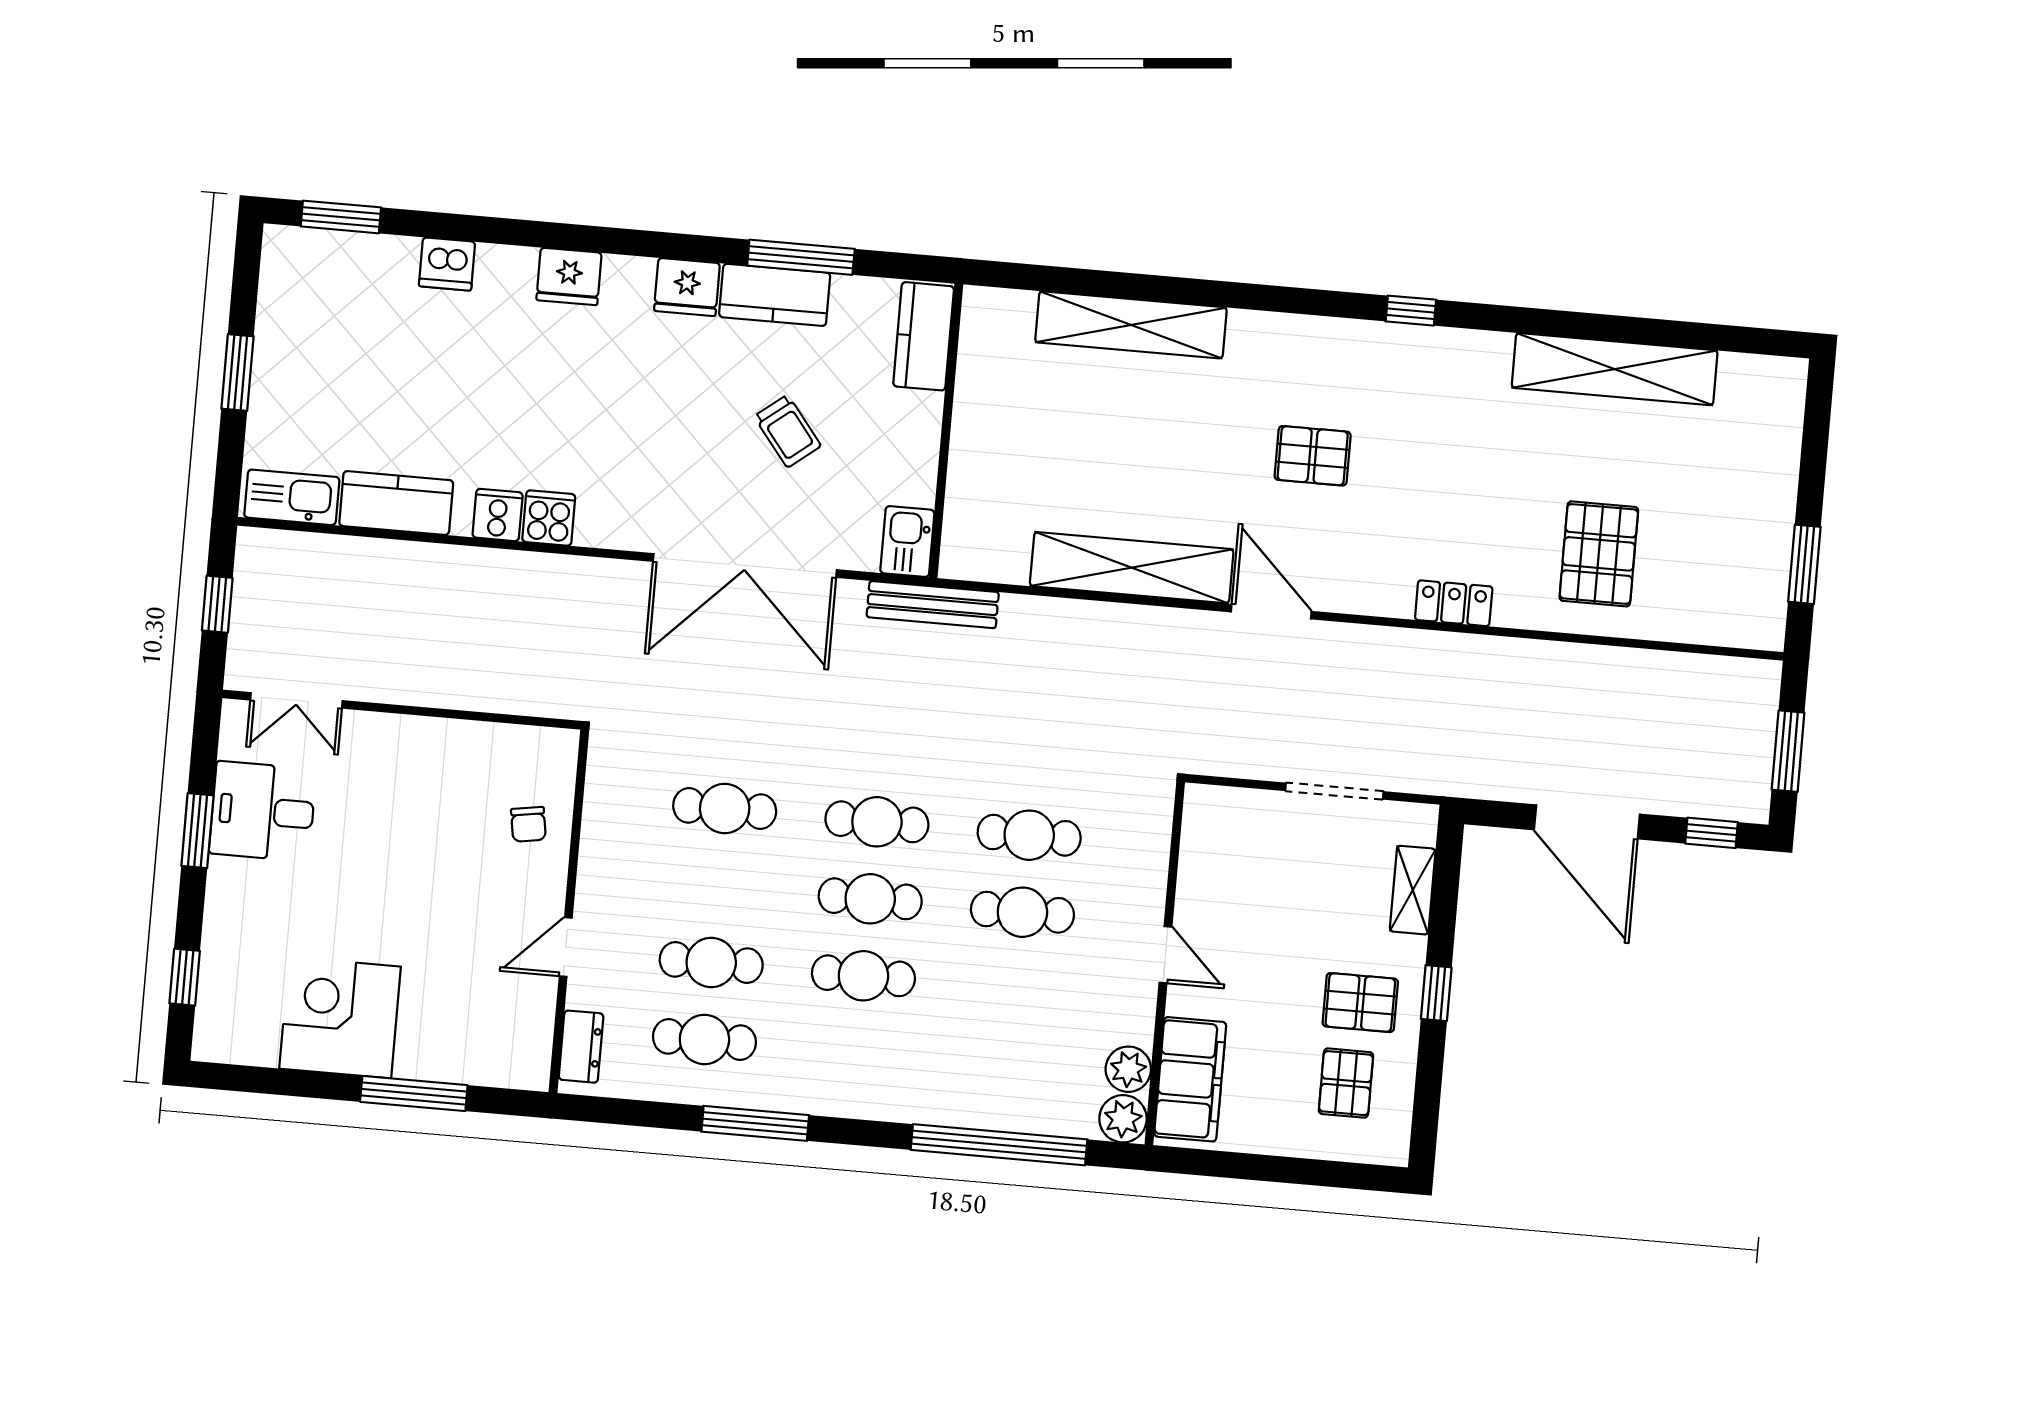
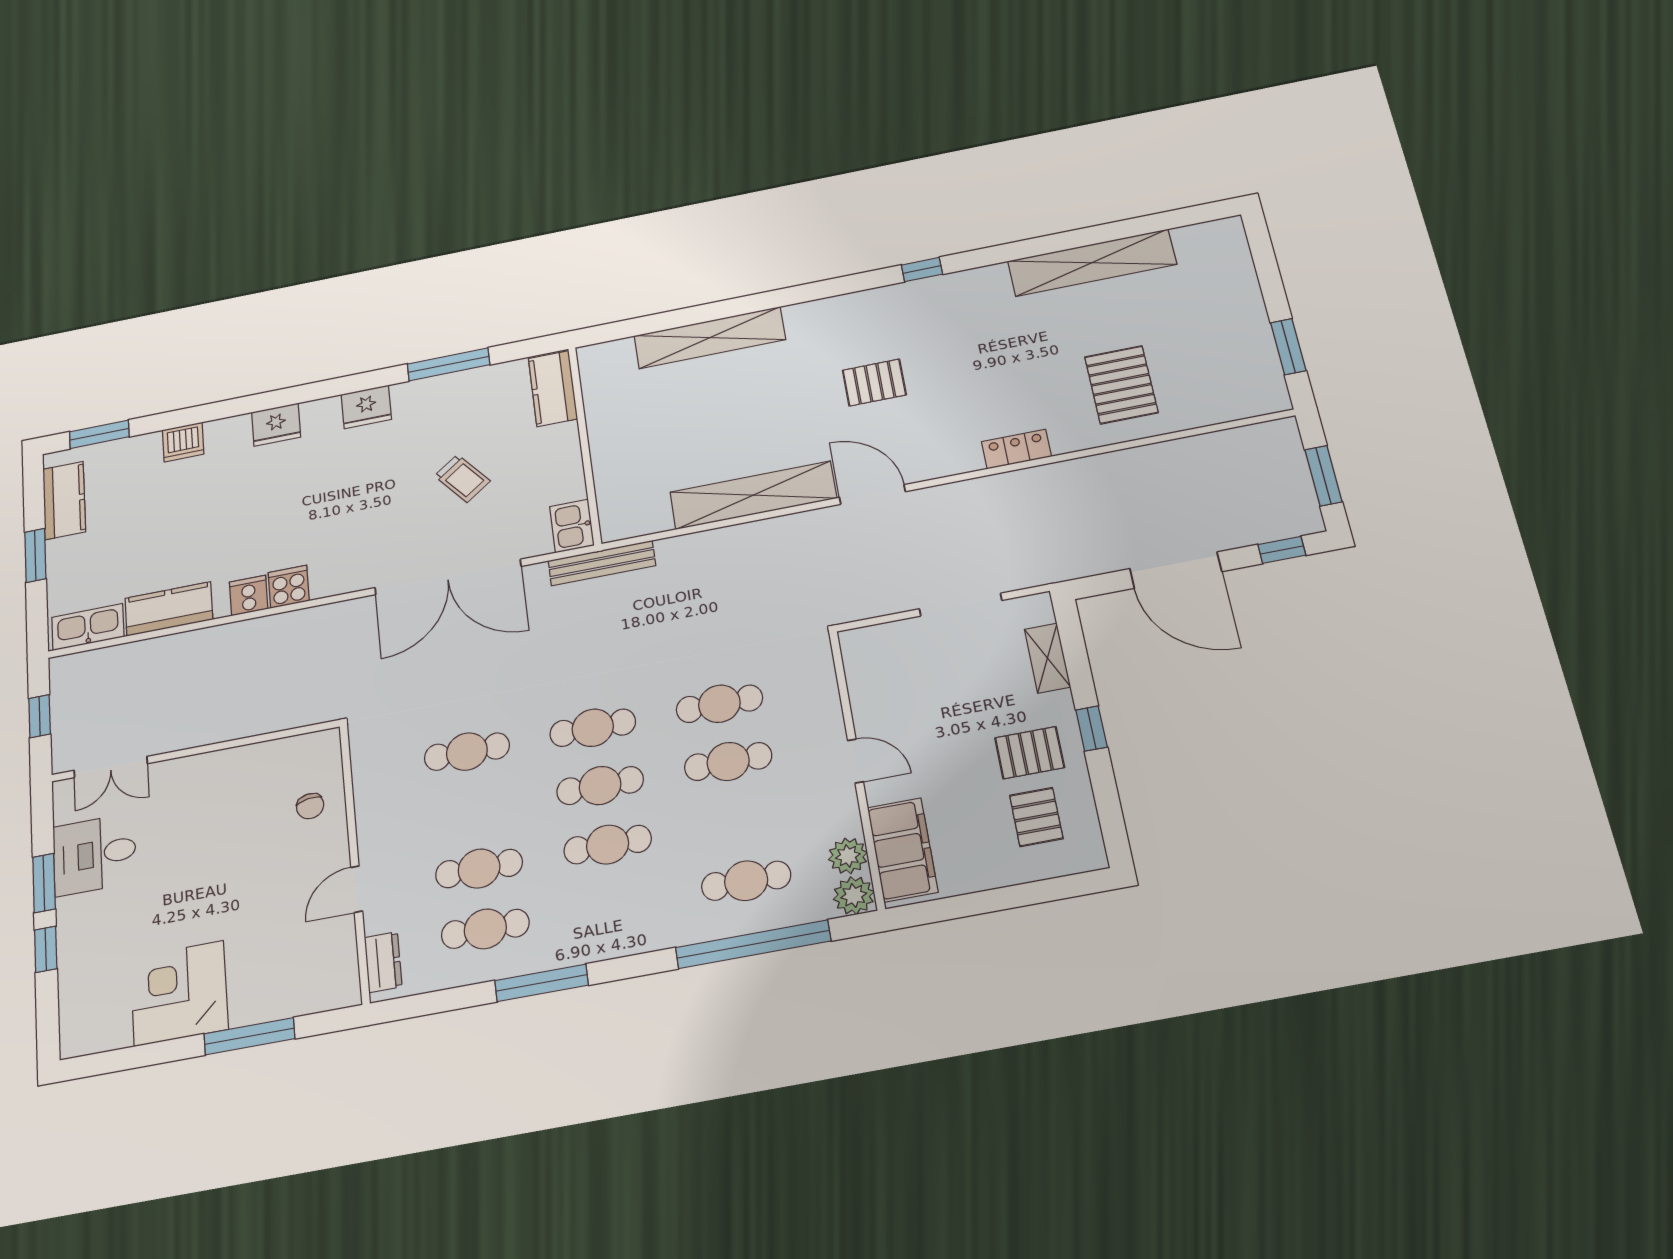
kitchen counter: (775, 295) -> (64, 500), moved, turned -90
window: (185, 977) -> (46, 949), moved
cafe table: (1009, 1066) -> (746, 881), added

